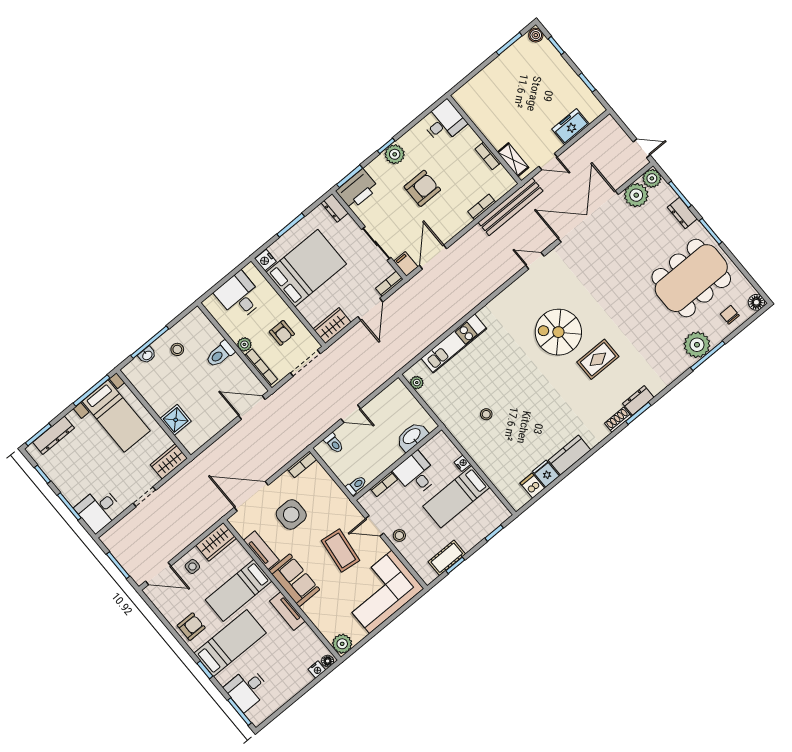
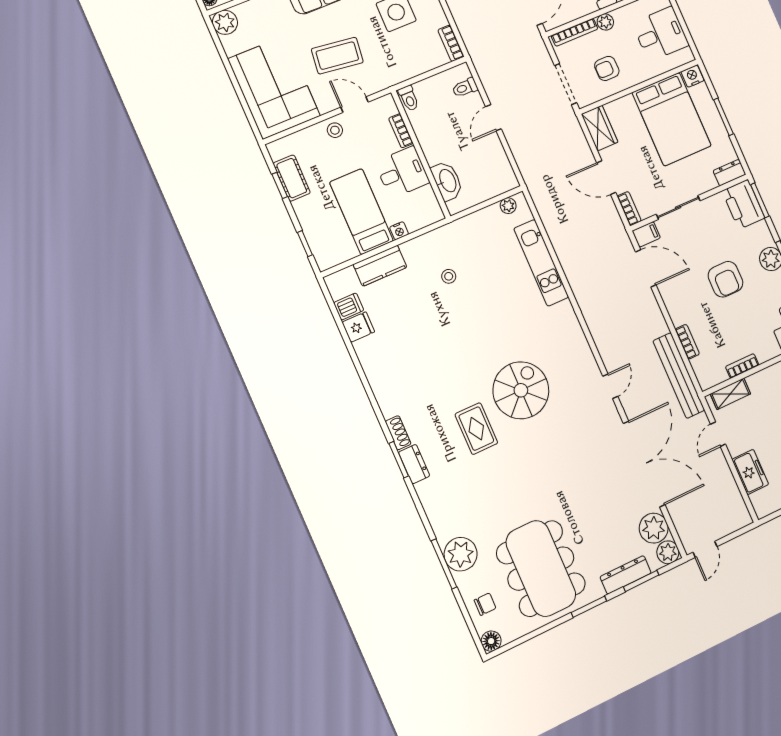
dresser: (682, 213) -> (626, 575), width x1.44
kitchen counter: (569, 455) -> (380, 266), moved, turned 90
door: (375, 526) -> (355, 105), hinge flipped

